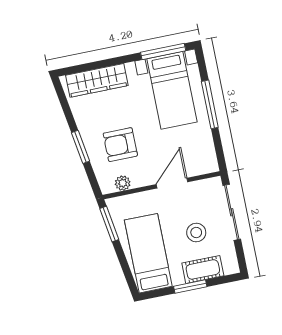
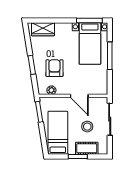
wardrobe: (97, 80) -> (43, 29), width x0.67
armchair: (120, 145) -> (54, 68), turned 90
door: (172, 183) -> (79, 96), swing flipped

